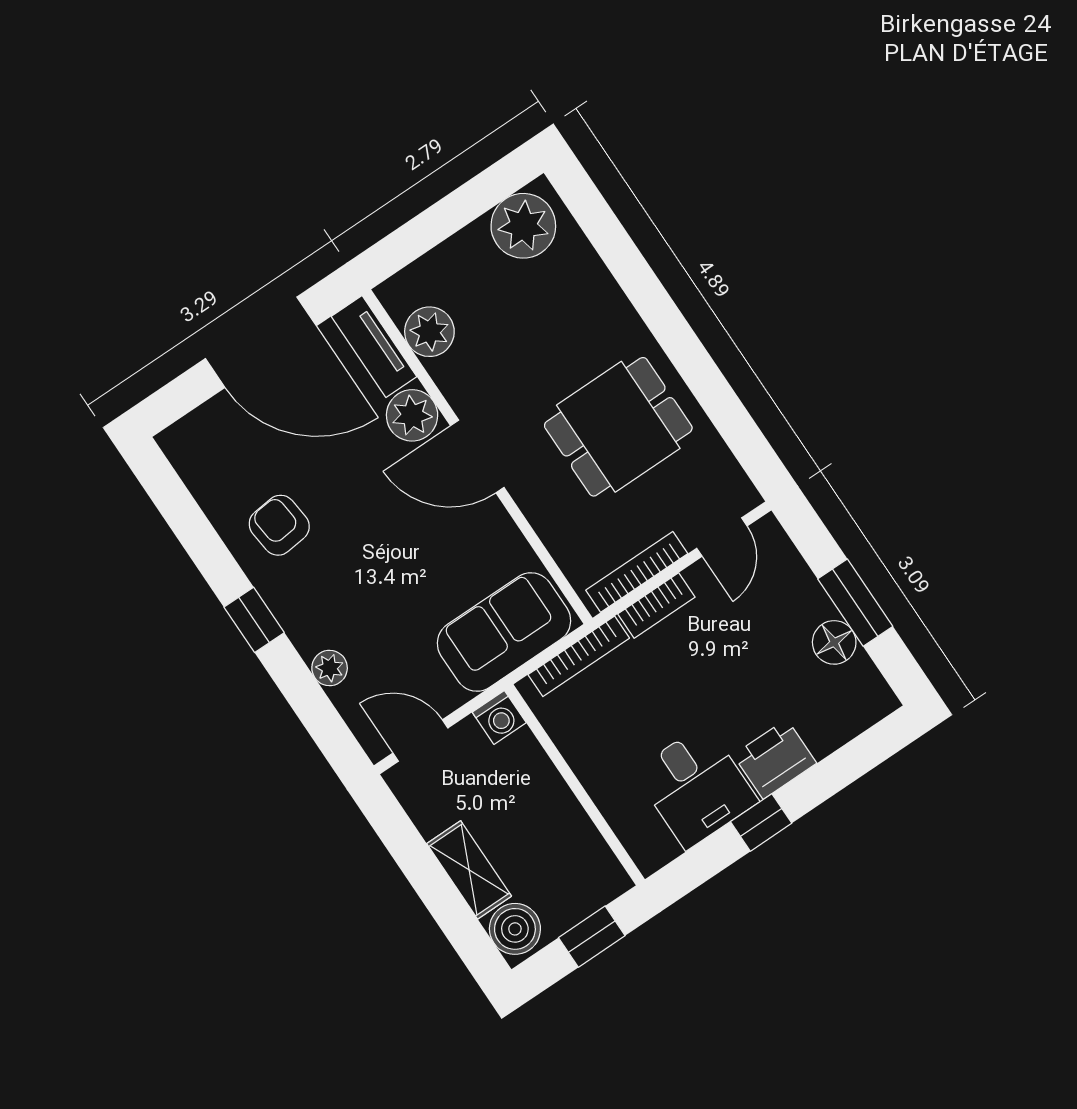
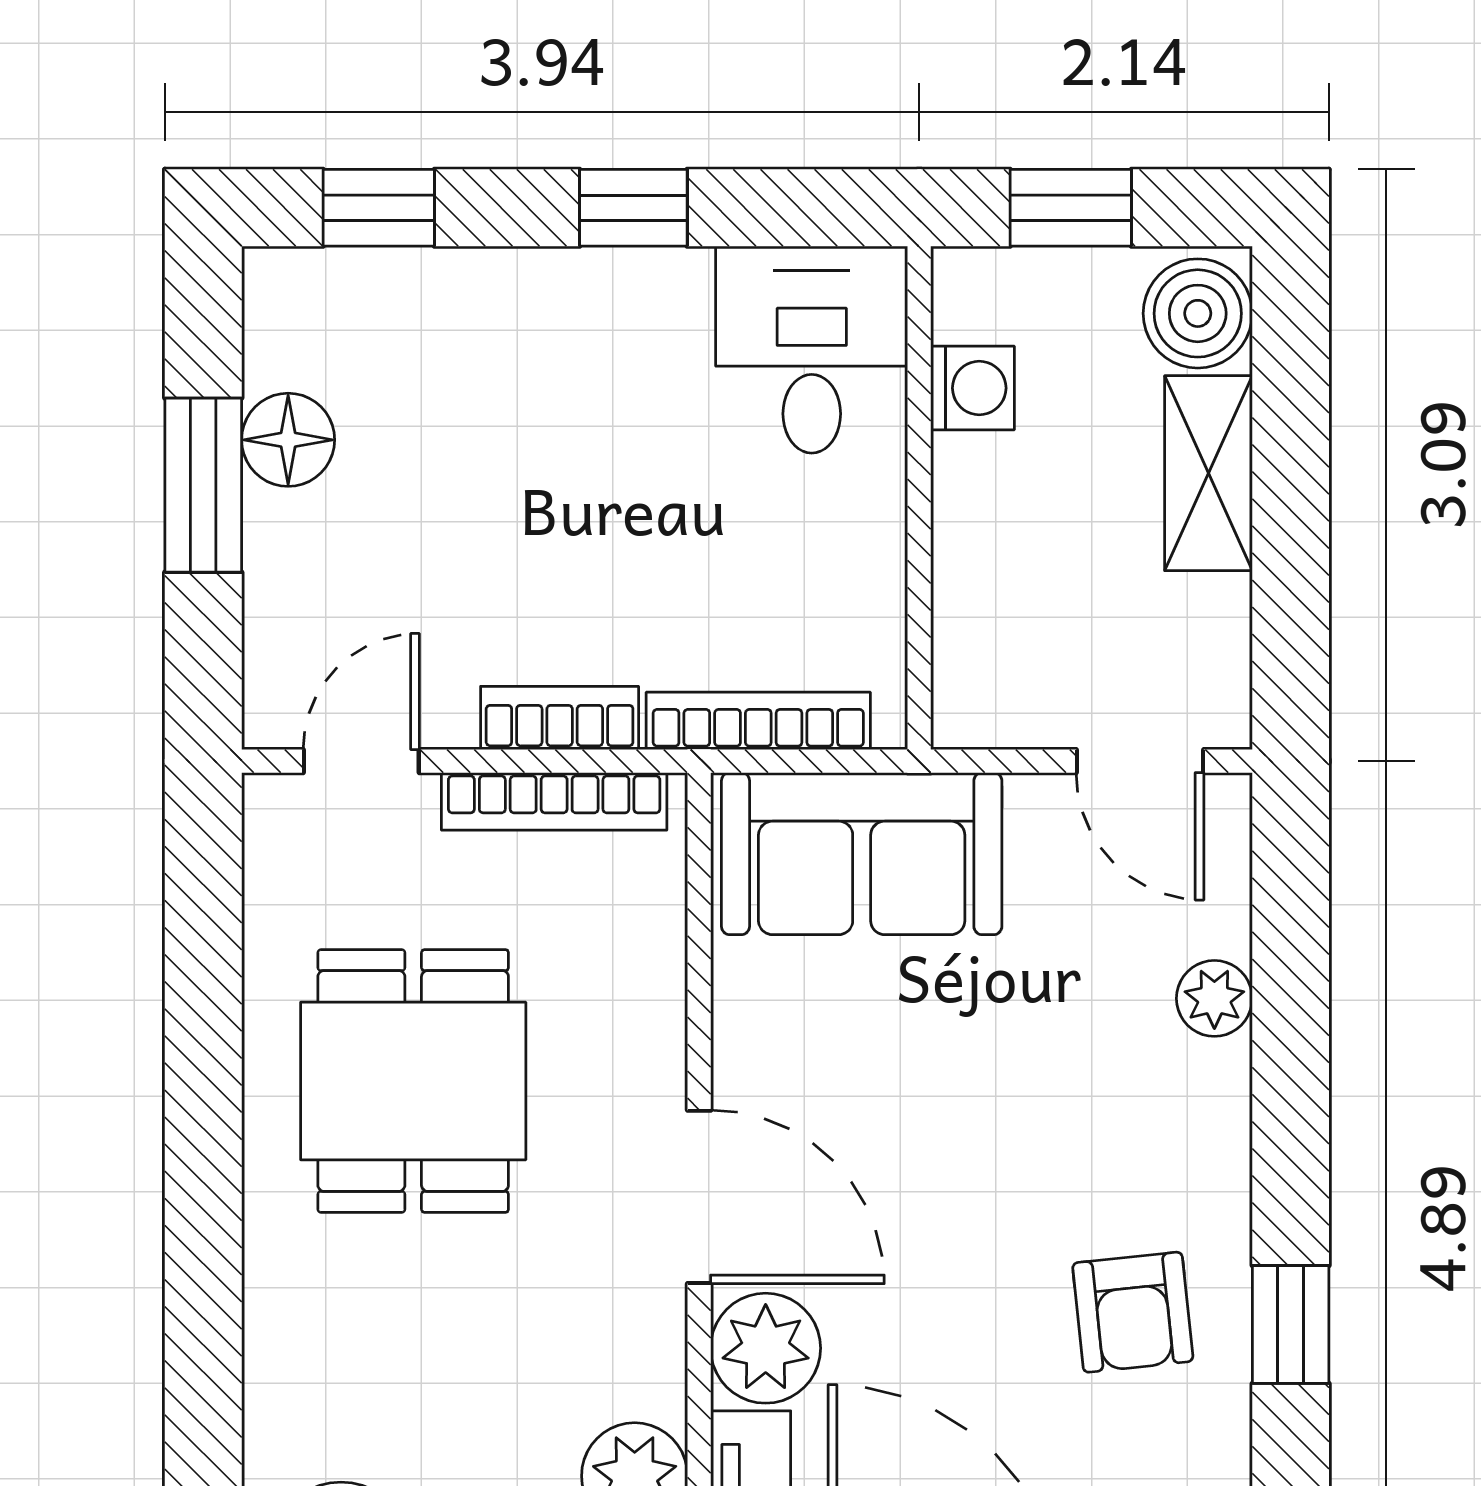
dining table: (618, 427) -> (413, 1081), turned 90
window: (254, 620) -> (1291, 1325), moved
washing machine: (499, 717) -> (973, 388), moved, turned 90
window: (860, 756) -> (379, 208), added
printer: (775, 759) -> (533, 304), removed
desk: (696, 787) -> (812, 350), moved

